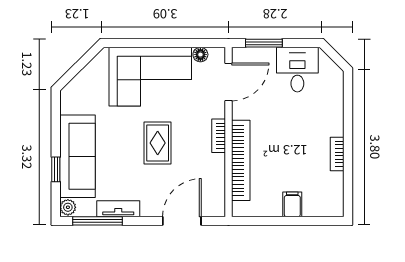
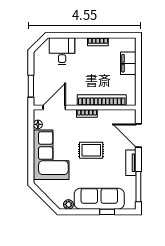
desk: (297, 70) -> (62, 51), moved, turned 90
door: (228, 82) -> (54, 107), hinge flipped
filing cabinet: (292, 204) -> (128, 63), width x2.00
plant: (68, 207) -> (68, 204), moved
tv unit: (118, 209) -> (131, 163), moved

